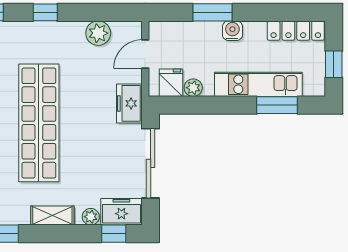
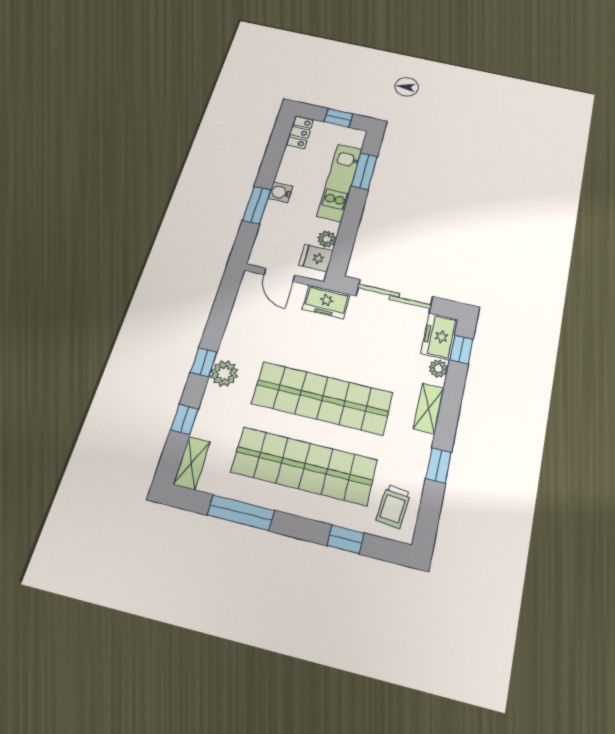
locker: (296, 31) -> (300, 132), width x0.66
plant: (98, 33) -> (224, 374), moved

